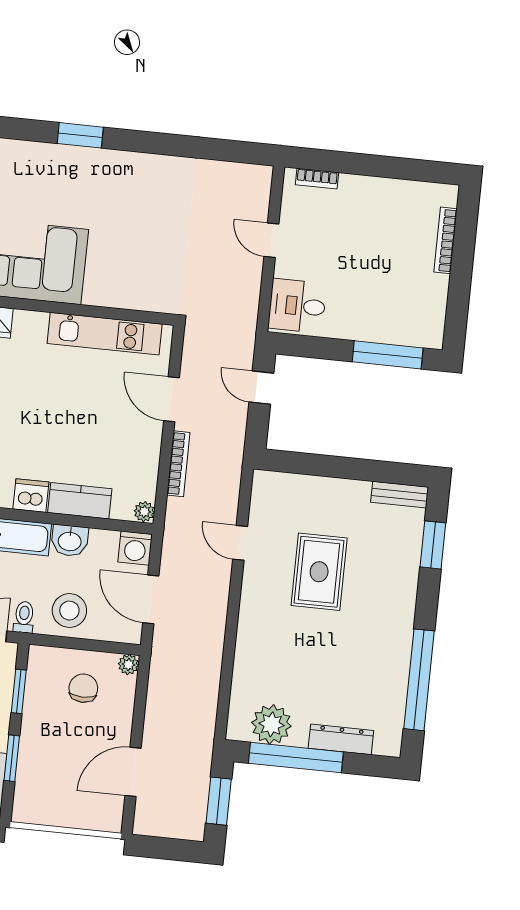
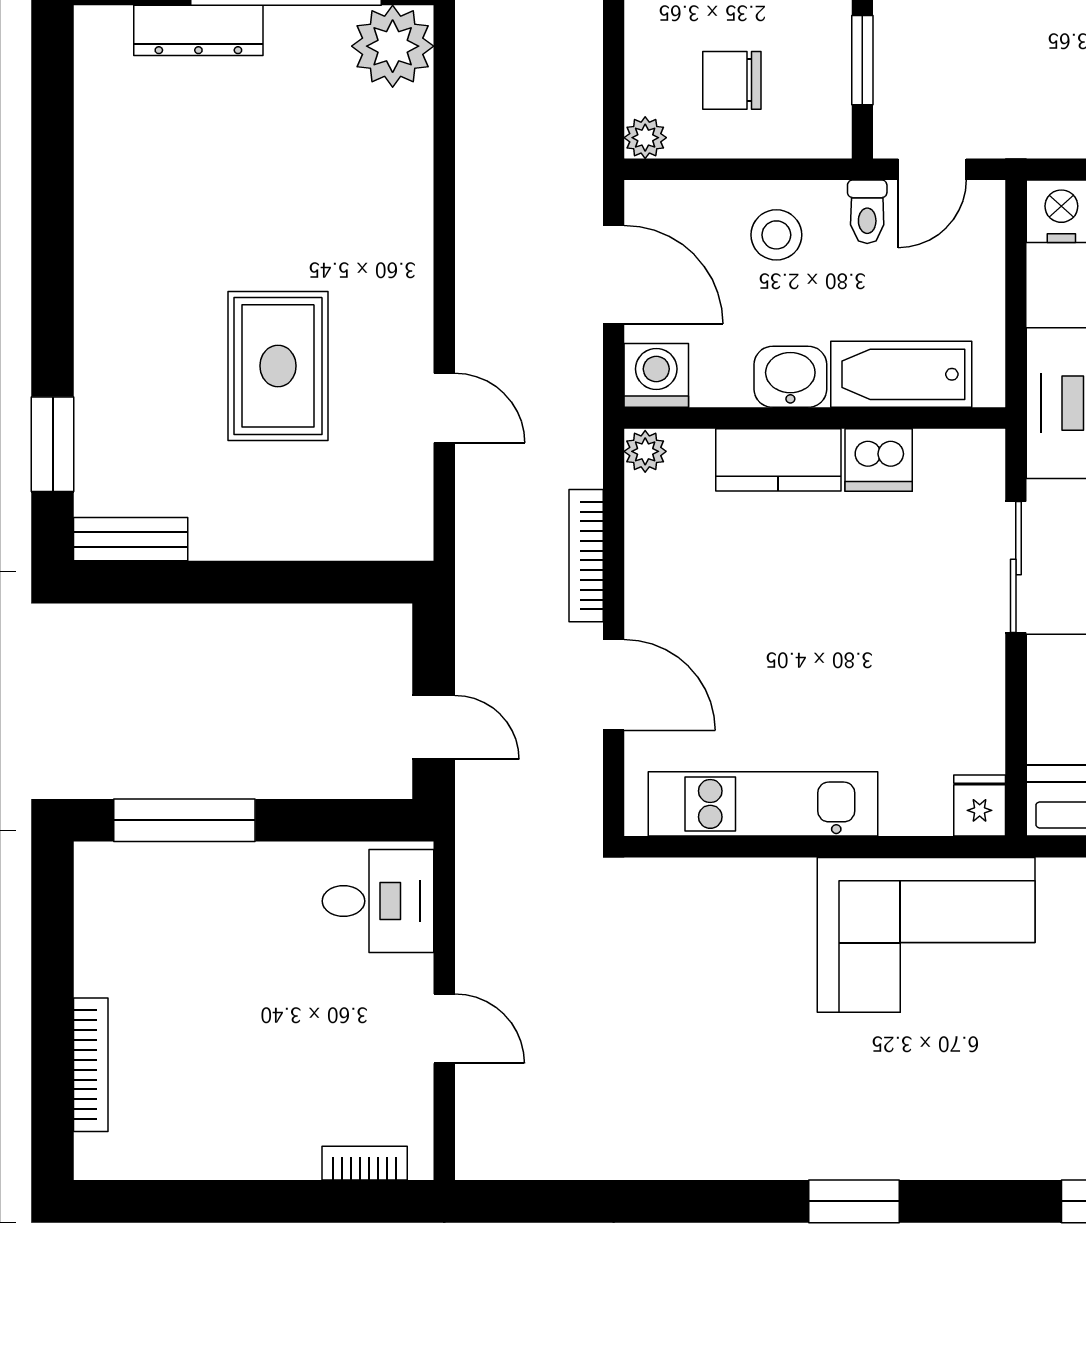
stool: (69, 611) -> (776, 235), width x0.73, depth x0.73
window: (419, 680) -> (53, 168), removed
chair: (83, 688) -> (732, 80), turned 90
plant: (271, 724) -> (393, 46), moved

